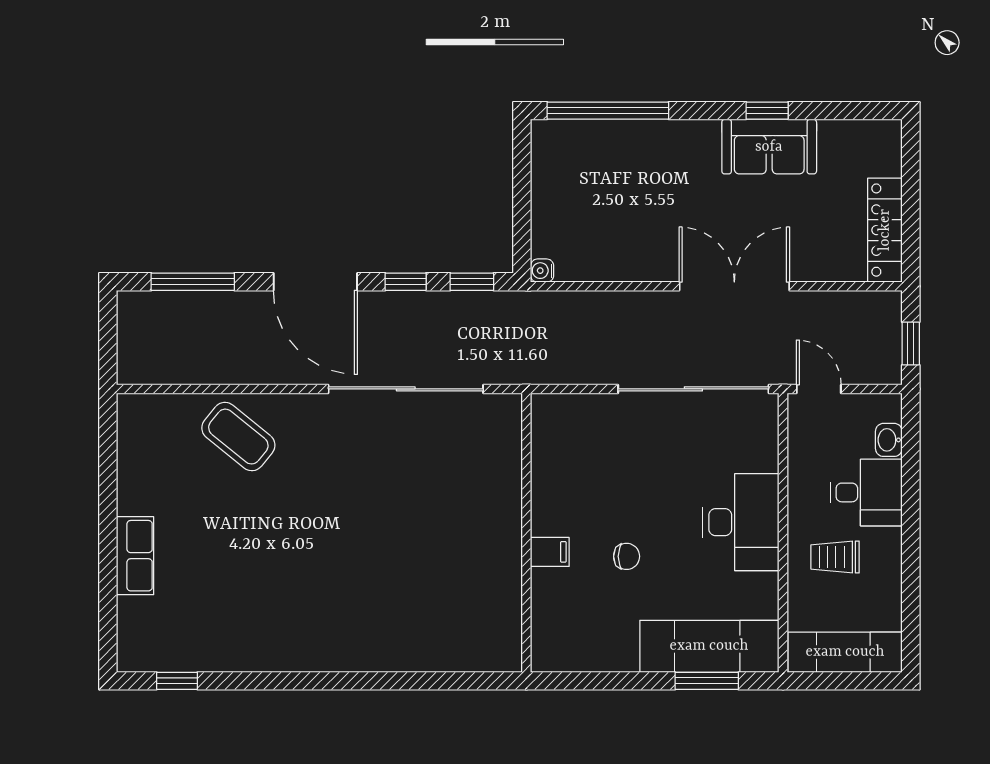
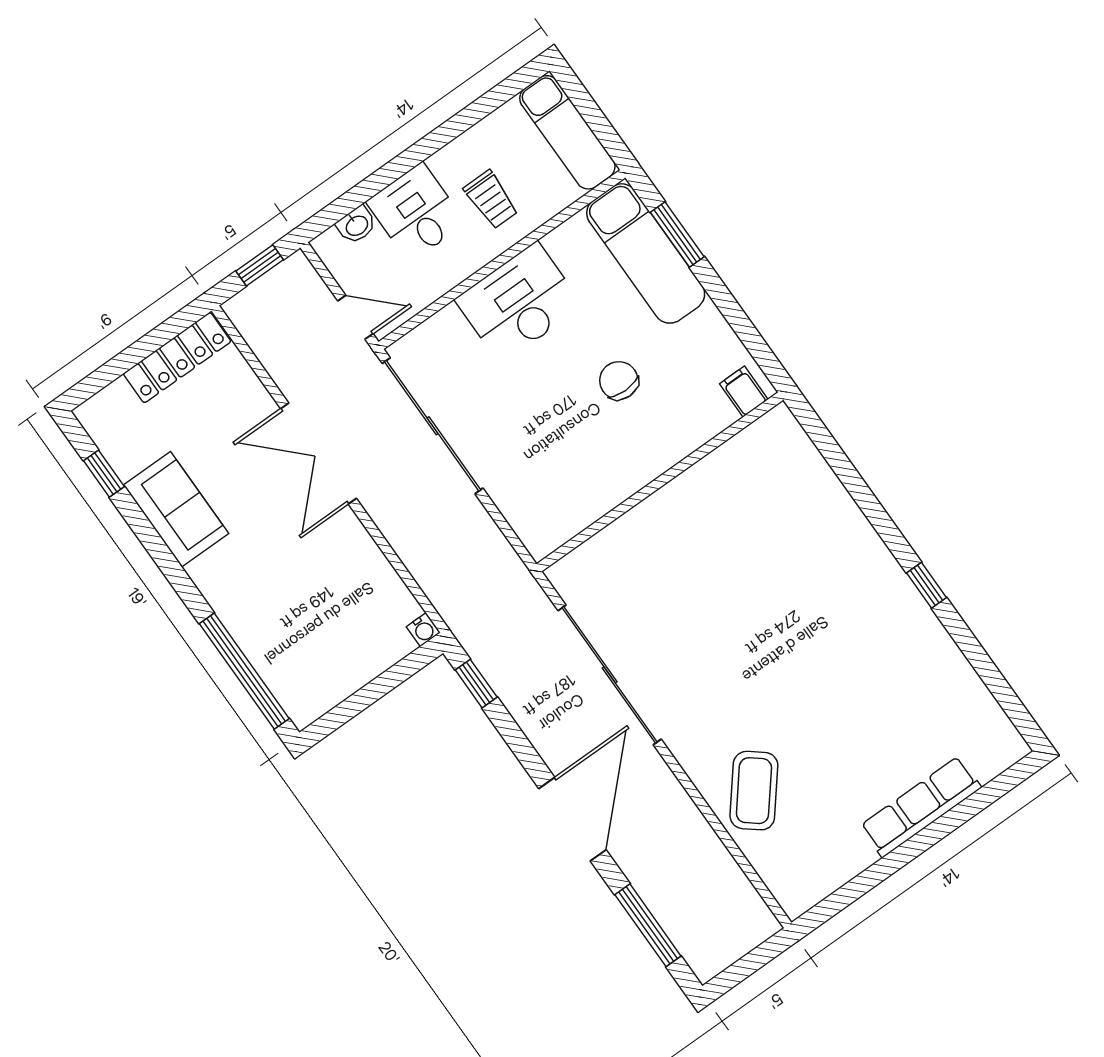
window: (767, 111) -> (104, 474), moved
window: (406, 282) -> (517, 741), removed
door: (819, 389) -> (355, 317), swing flipped
filing cabinet: (550, 552) -> (744, 392), moved
row of seats: (135, 556) -> (921, 807), width x1.48
chair: (627, 556) -> (619, 381), width x1.37, depth x1.37
window: (177, 681) -> (927, 585), moved

